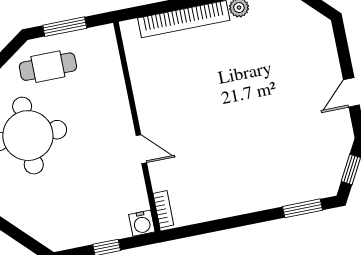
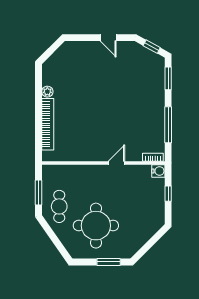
window: (224, 224) -> (168, 125), added

